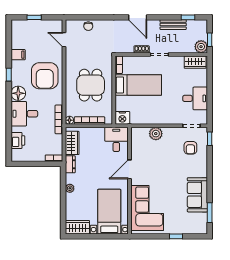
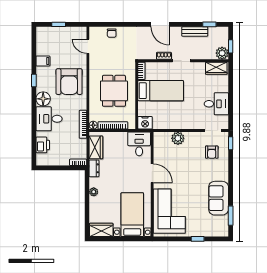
door: (130, 169) -> (152, 173), swing flipped

